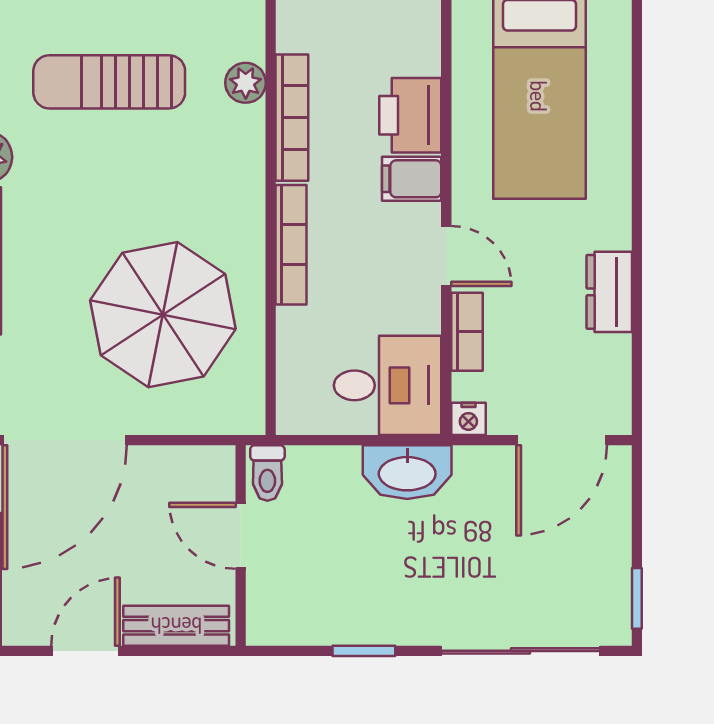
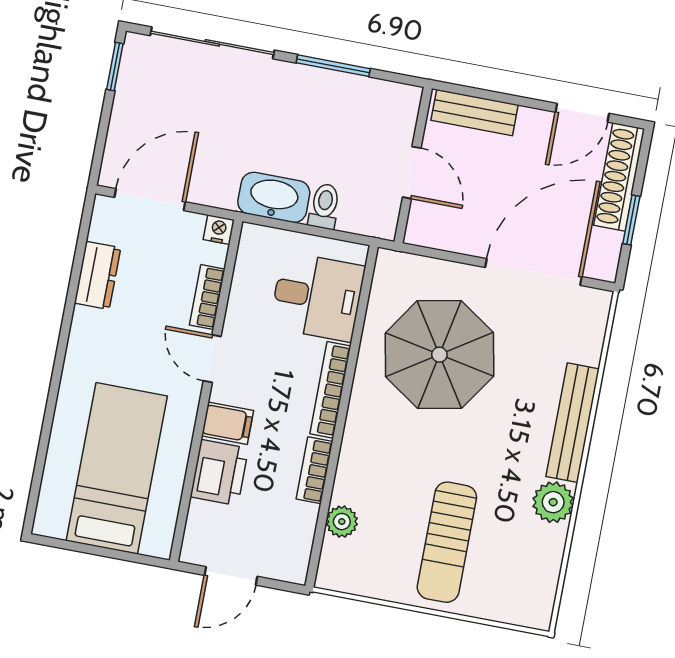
sun lounger: (109, 82) -> (447, 542), turned 90
bookcase: (292, 118) -> (314, 470), width x0.64
dresser: (609, 292) -> (97, 275), moved
desk: (388, 385) -> (317, 297), moved, turned 180
toilet: (267, 473) -> (324, 206), moved
door: (86, 651) -> (582, 113), moved
window: (364, 651) -> (333, 66), width x1.50

